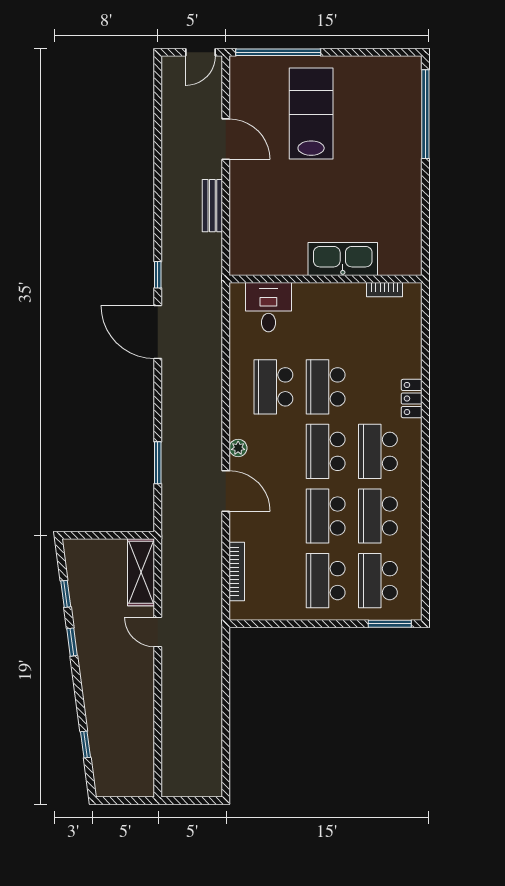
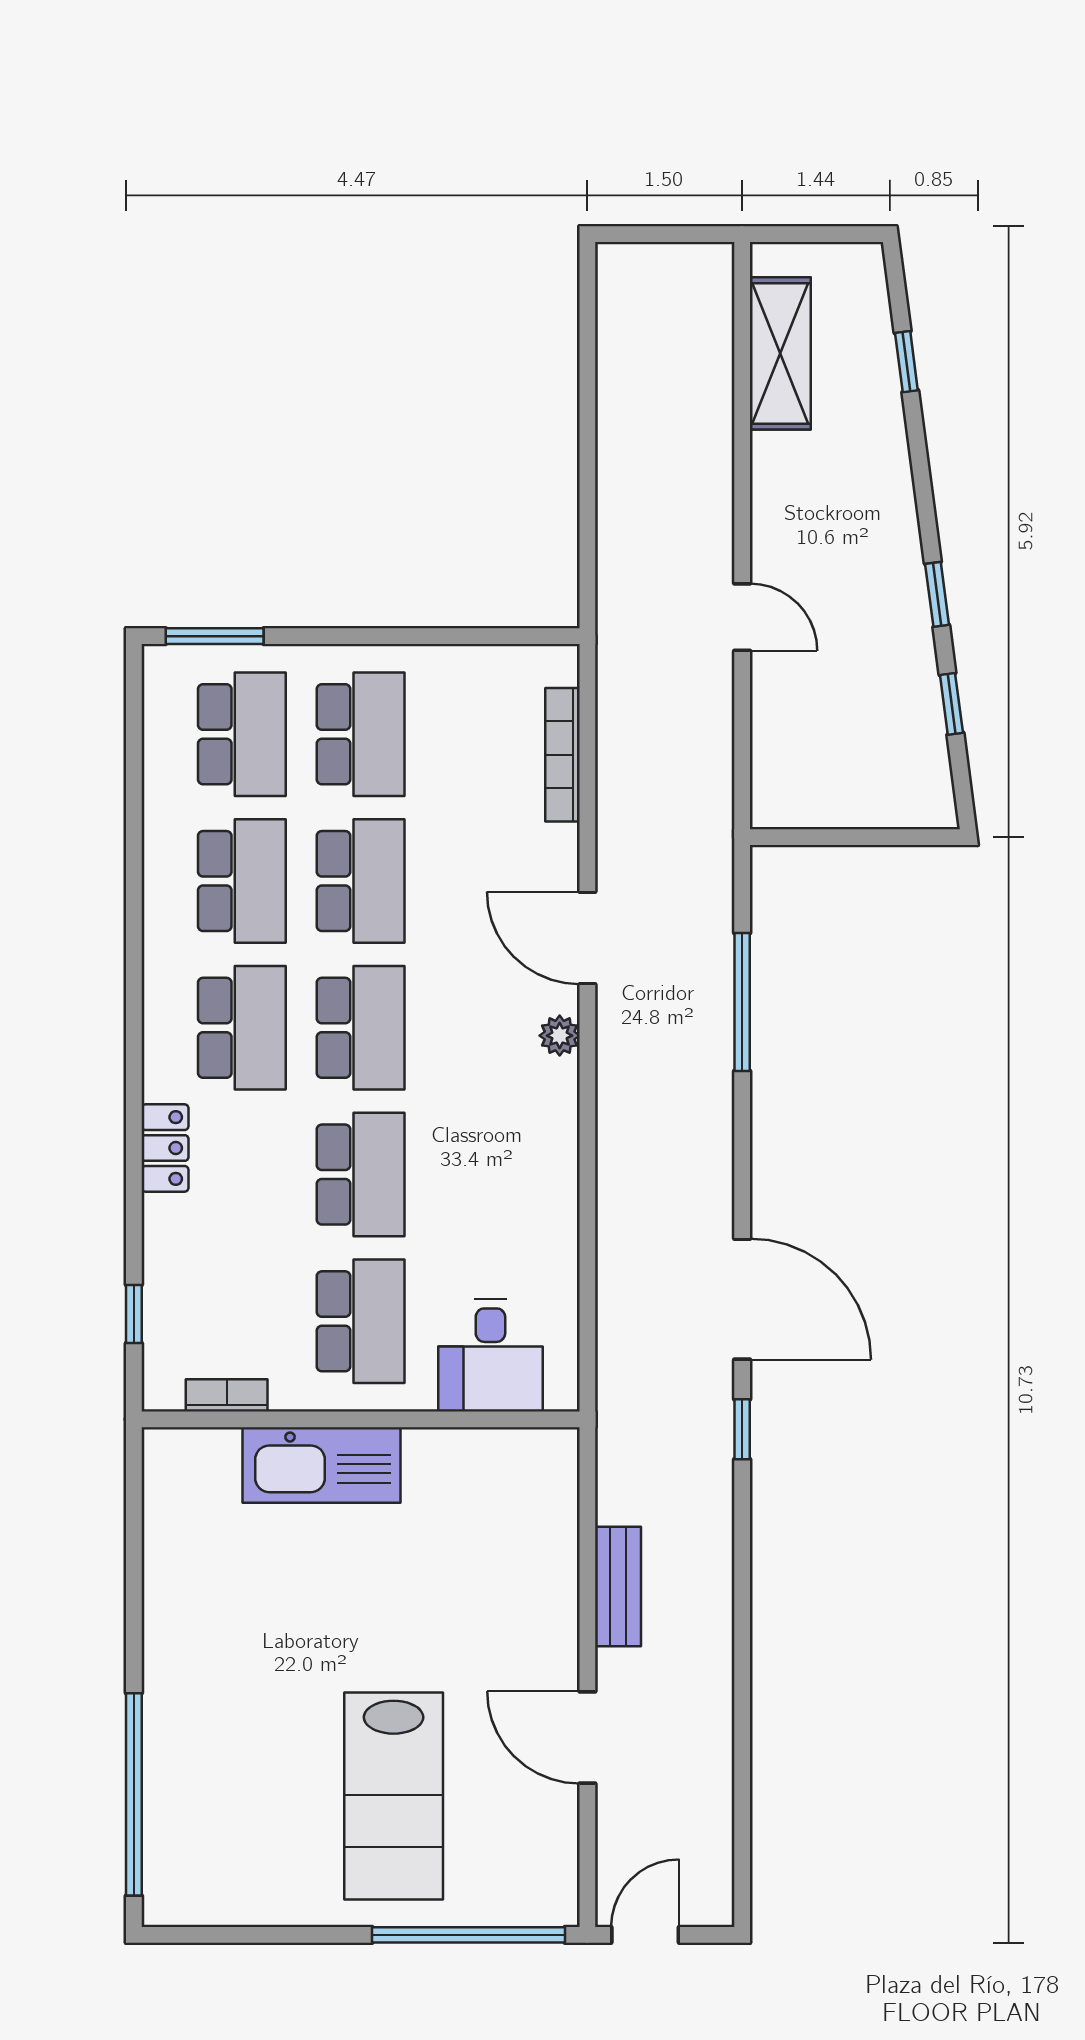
window: (425, 325) -> (134, 1314), added
school desk: (273, 387) -> (361, 1321), moved
window: (158, 463) -> (742, 1002), width x1.44
shelving: (141, 572) -> (780, 353), moved

